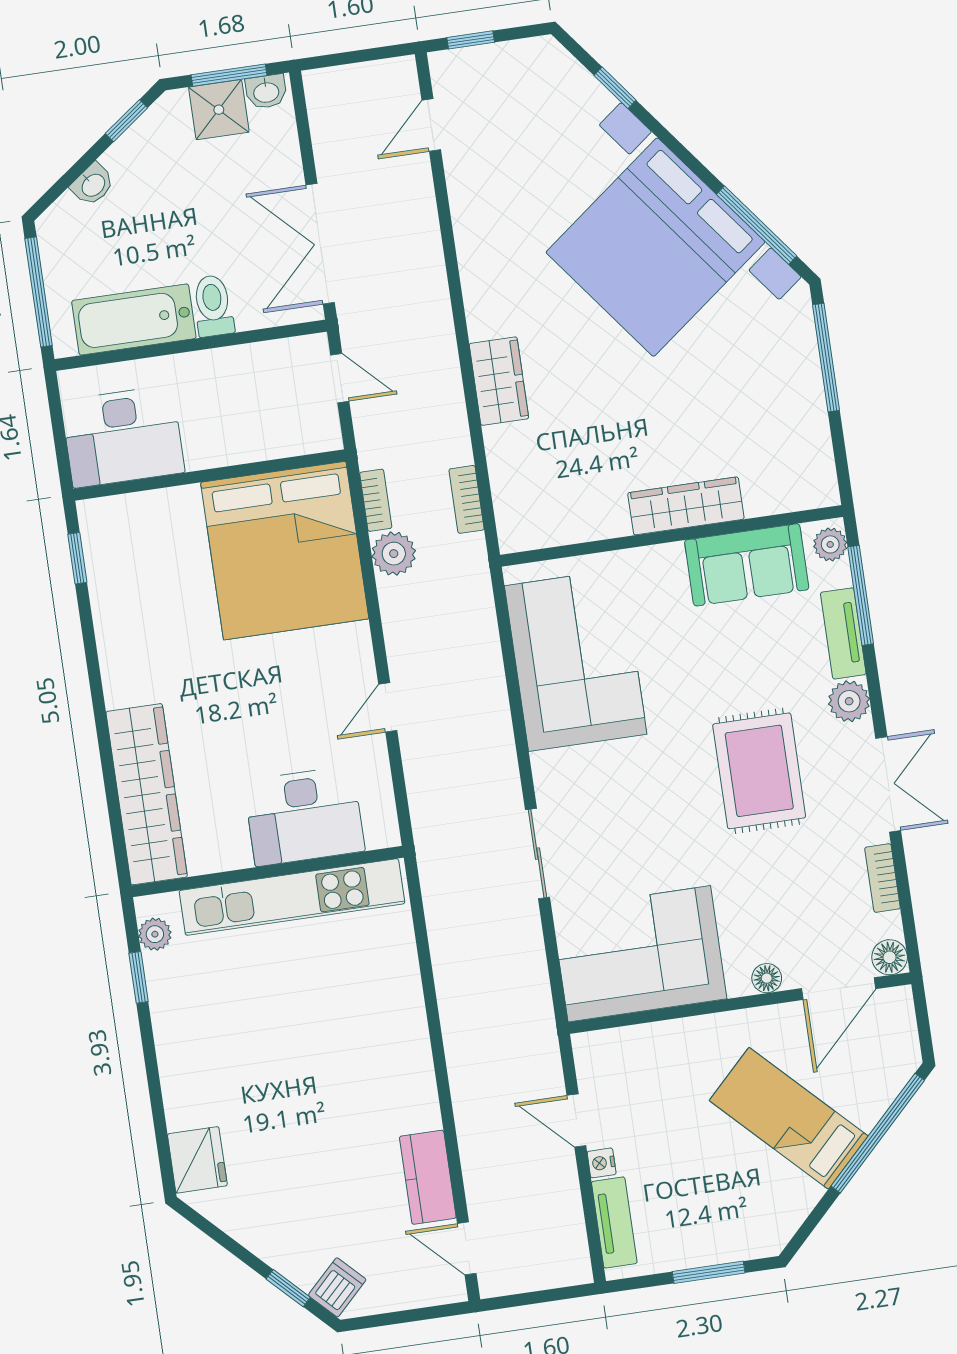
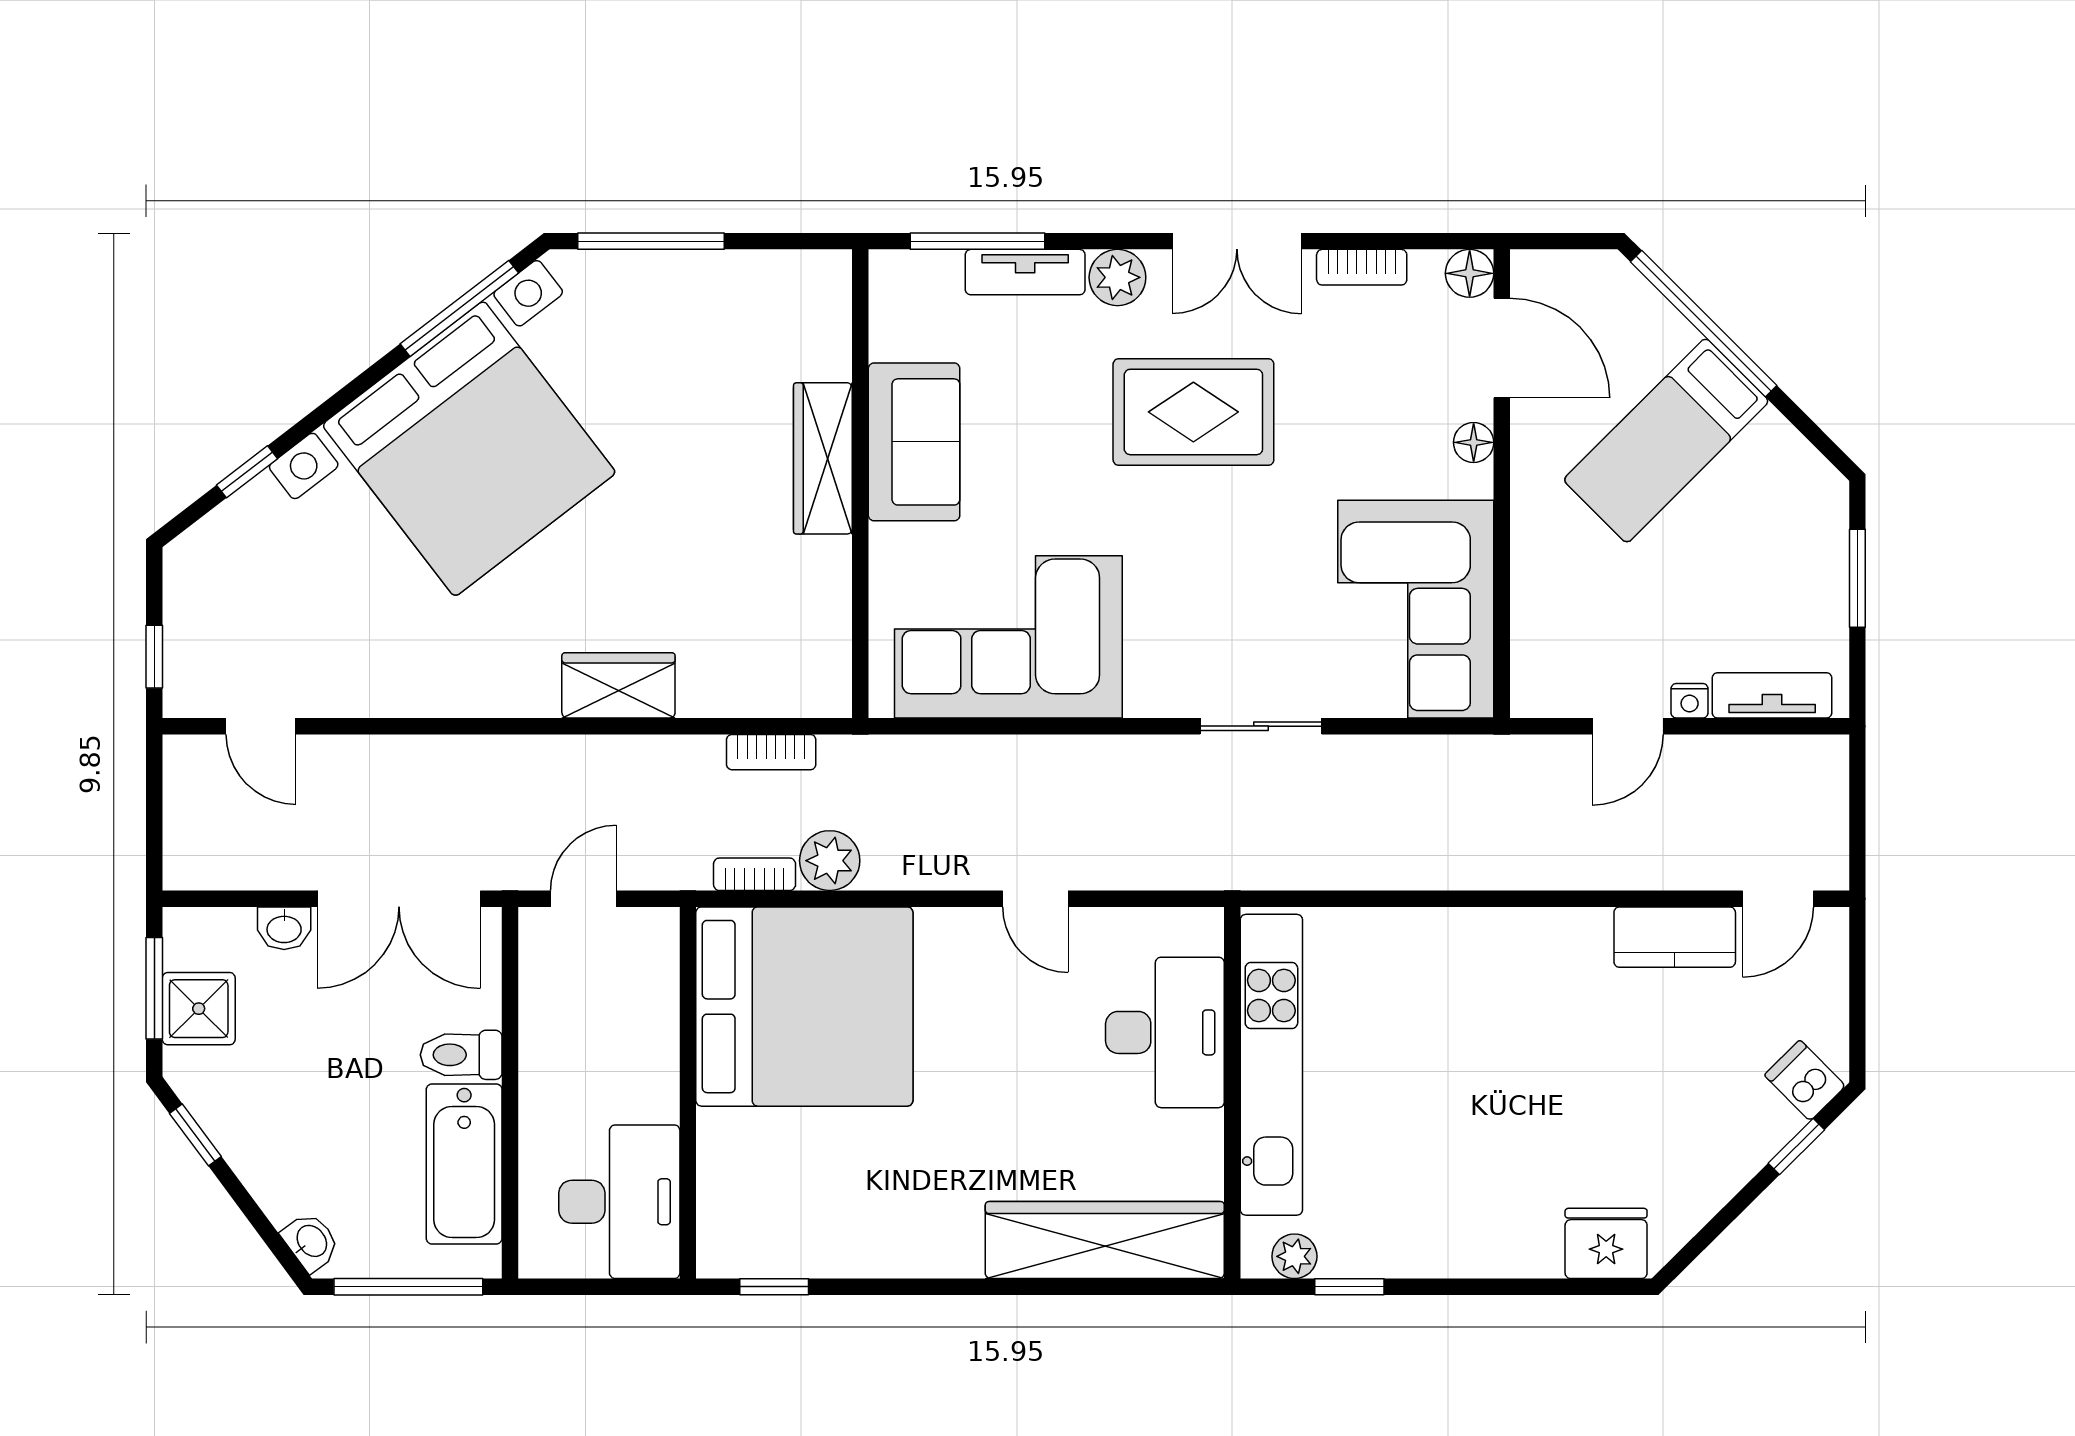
washbasin: (266, 92) -> (284, 928), moved, turned 90
washbasin: (93, 185) -> (311, 1242), moved
plant: (830, 544) -> (903, 272), removed
sofa: (747, 565) -> (914, 442), moved
double door: (888, 784) -> (1237, 241), swing flipped

